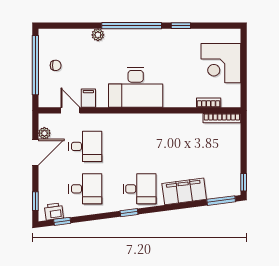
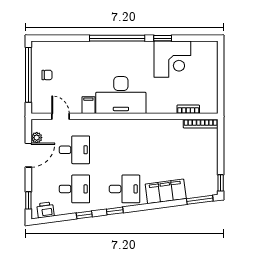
plant: (98, 35) -> (86, 47), removed
corner desk: (221, 63) -> (172, 59), moved, turned -90
filing cabinet: (88, 98) -> (88, 105), moved
window: (62, 221) -> (84, 215), moved

